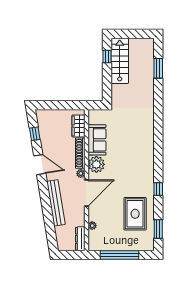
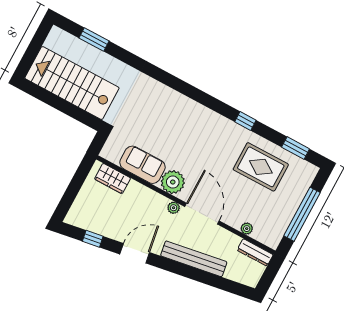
window: (107, 57) -> (45, 96), removed
stairs: (120, 61) -> (72, 83), width x1.36, depth x1.51
shoe rack: (80, 153) -> (148, 195), removed

